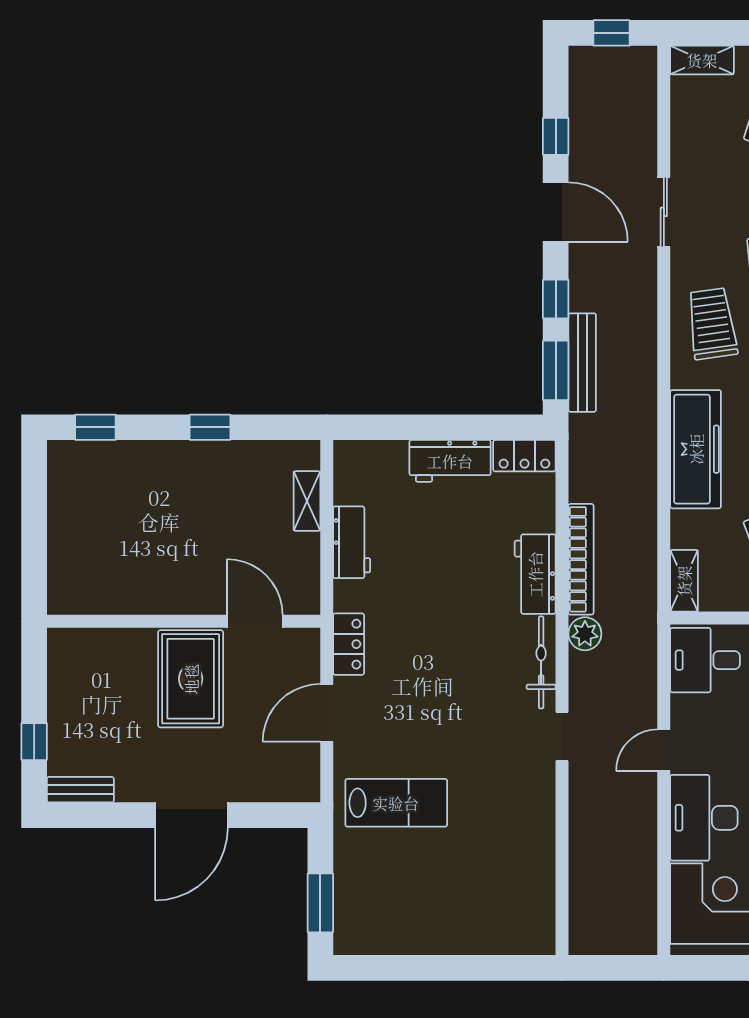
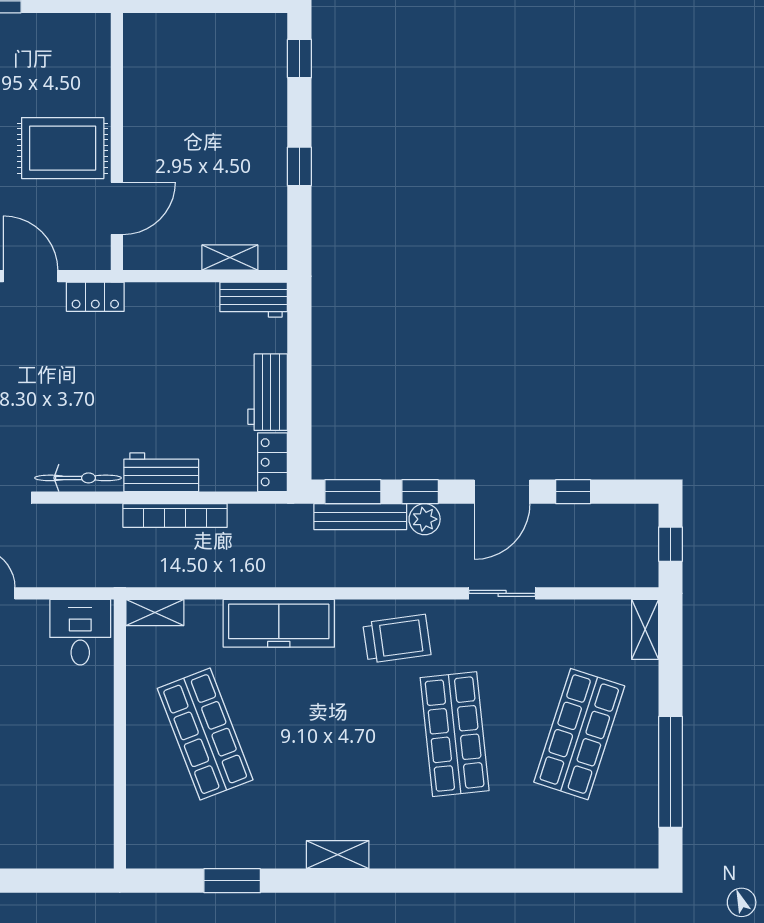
workbench: (352, 542) -> (254, 300), moved
plant: (585, 634) -> (425, 519), moved

